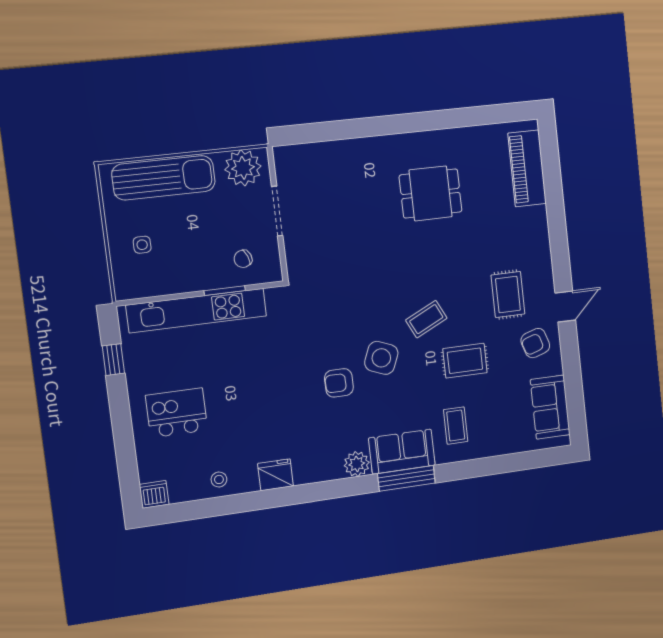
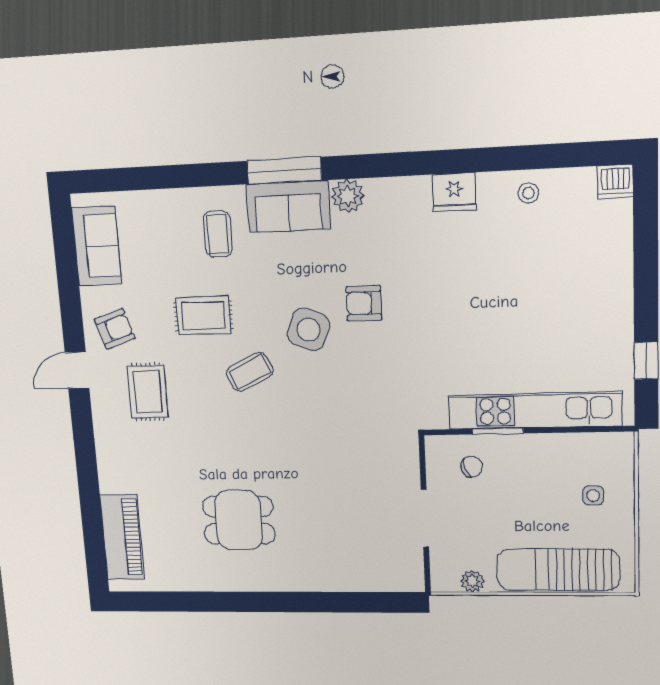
plant: (243, 168) -> (472, 581), width x0.53, depth x0.53
armchair: (339, 383) -> (364, 303), turned 180
kitchen island: (177, 413) -> (574, 286), removed

